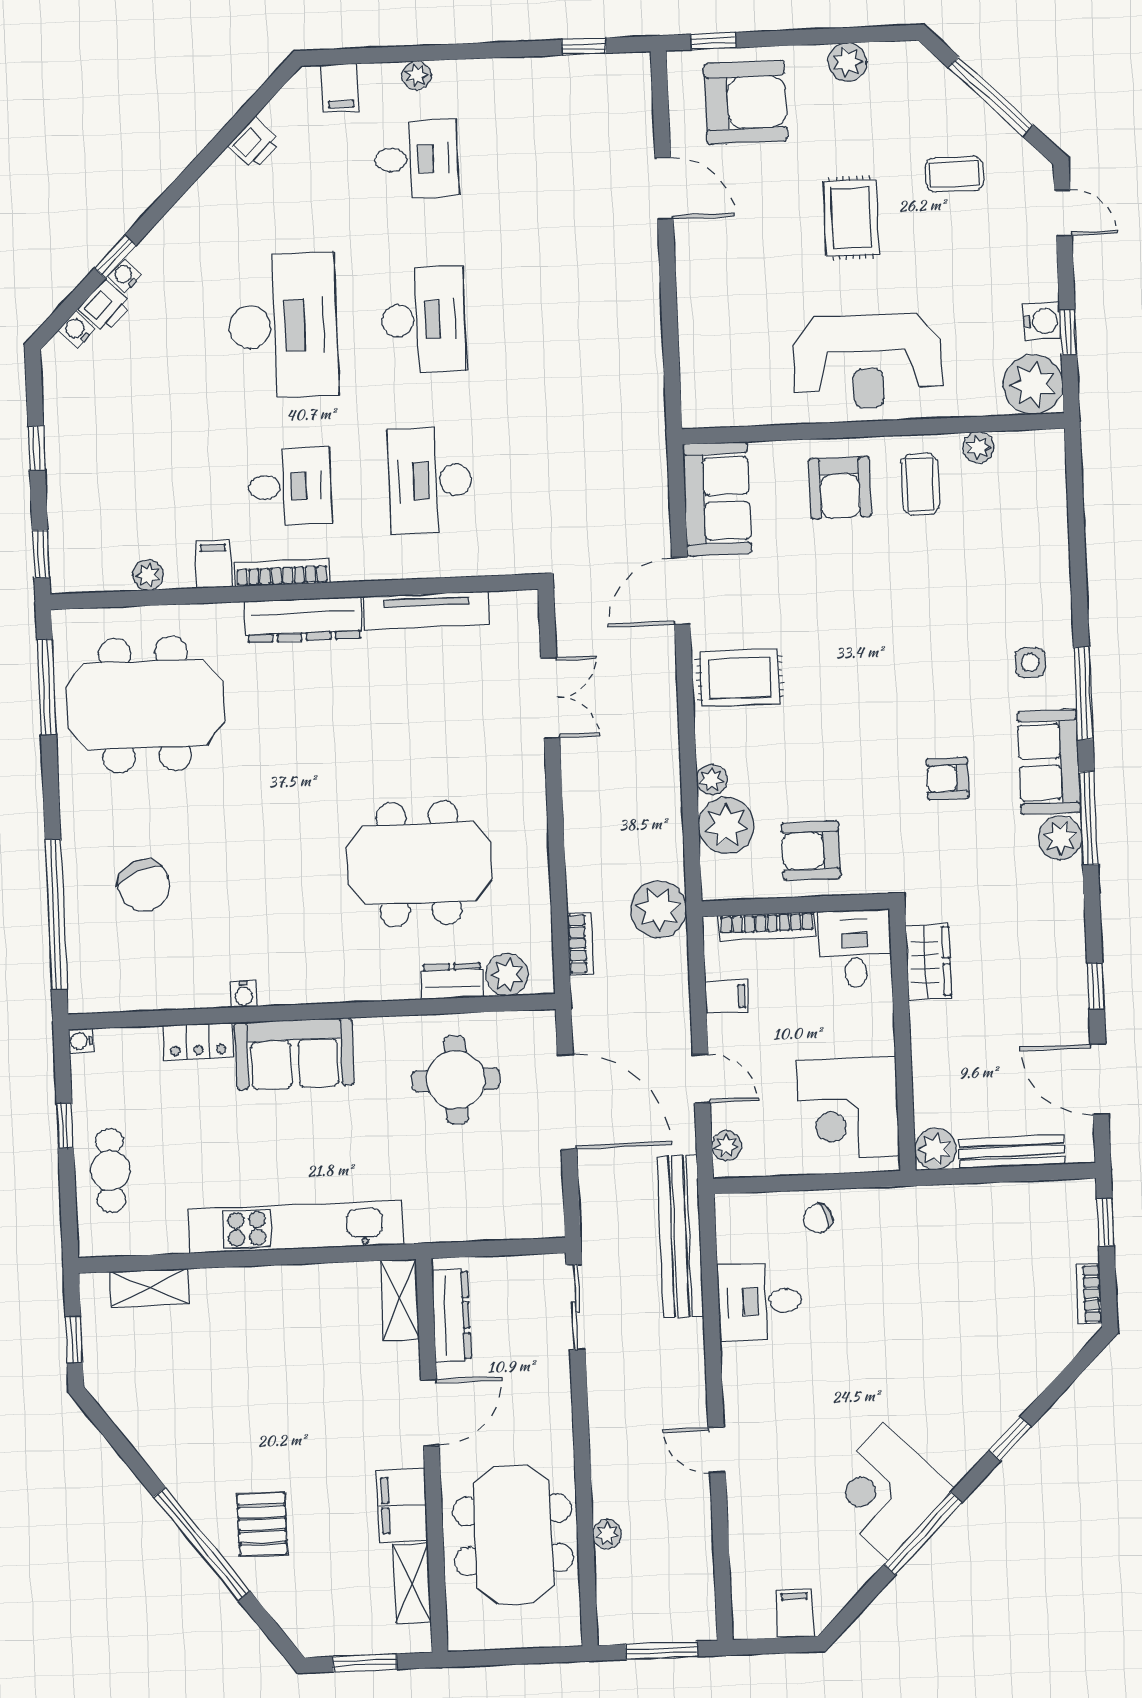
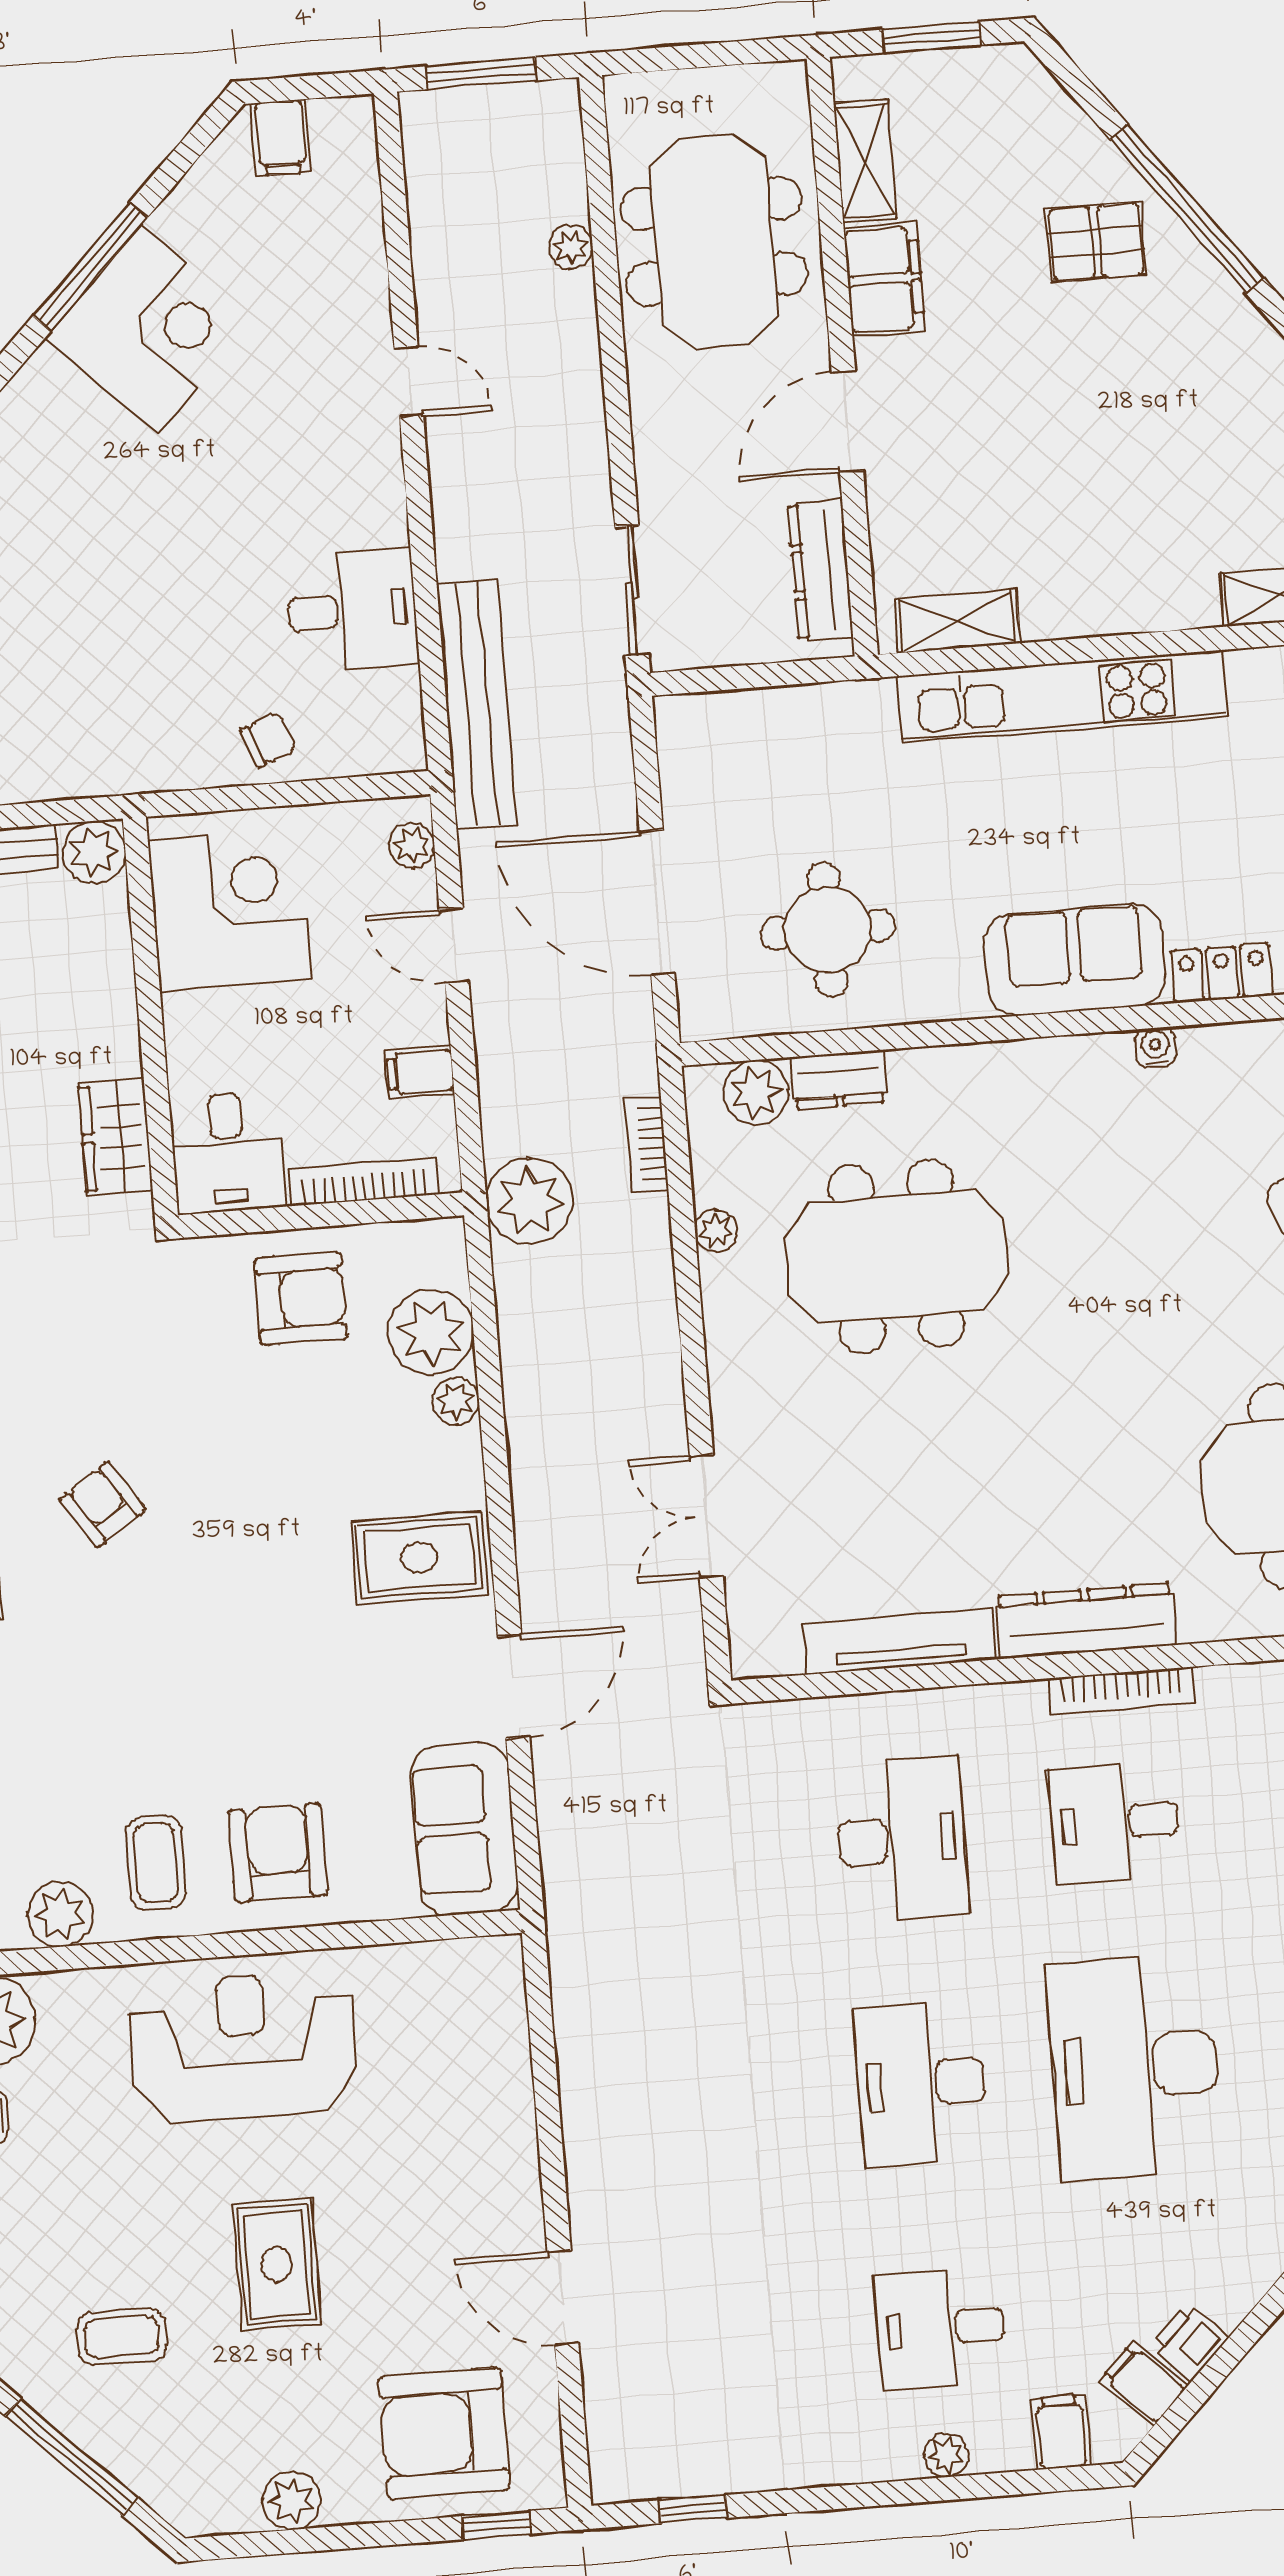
plant: (978, 447) -> (60, 1914), width x1.38, depth x1.38
filing cabinet: (214, 564) -> (1143, 2384), moved, turned 135
armchair: (948, 778) -> (102, 1505), moved, turned -124
plant: (537, 885) -> (716, 1231), added
shelving: (400, 1300) -> (957, 621), moved, turned 90
pallet: (262, 1524) -> (1096, 242), turned 90

